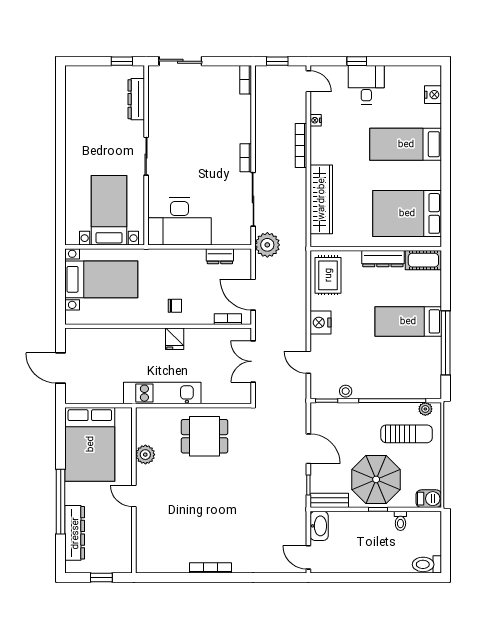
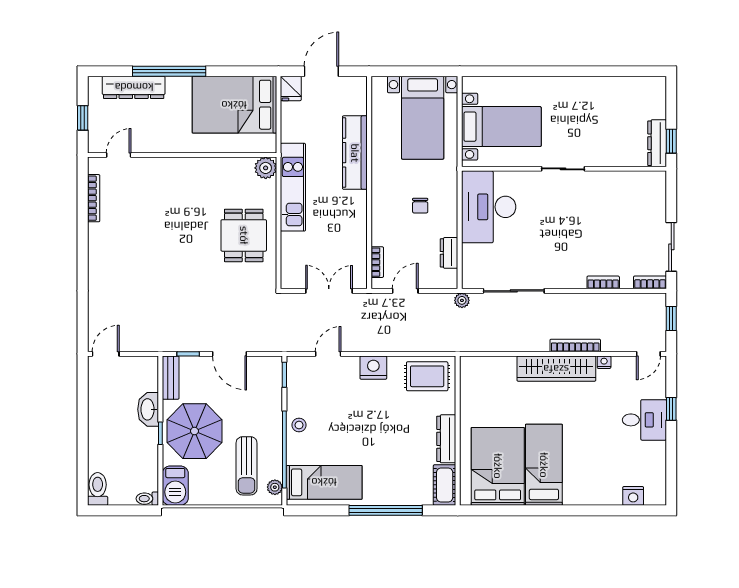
sliding door: (180, 61) -> (671, 247), moved
dresser: (136, 99) -> (657, 143), moved, turned -90
bed: (406, 144) -> (544, 465), moved
bookcase: (246, 158) -> (603, 282), moved
wardrobe: (321, 199) -> (556, 369), moved
plant: (267, 245) -> (462, 300), width x0.53, depth x0.53
door: (253, 295) -> (405, 291), width x0.73
chair: (175, 306) -> (420, 206), moved
bed: (408, 321) -> (324, 482), moved, turned 90
kitchen counter: (132, 339) -> (355, 153), added
fridge: (175, 339) -> (291, 89), moved, turned -90
window: (446, 343) -> (386, 510), moved
stool: (346, 391) -> (299, 425), moved
door: (308, 449) -> (229, 354), hinge flipped
plant: (145, 455) -> (266, 168), moved
door: (134, 496) -> (119, 155), moved
barbecue: (429, 499) -> (175, 486), width x1.38, depth x1.27
toilet: (400, 521) -> (147, 499), moved
washbasin: (319, 526) -> (148, 409), moved, turned 90
bookcase: (211, 568) -> (94, 198), moved

